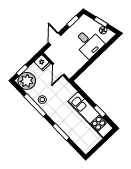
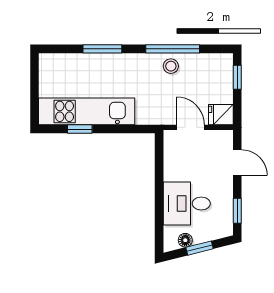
plant: (27, 81) -> (217, 69), removed

